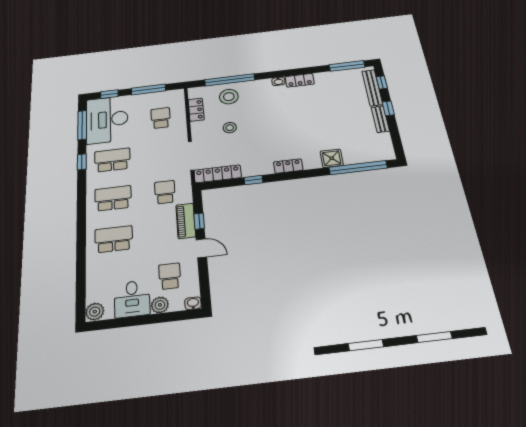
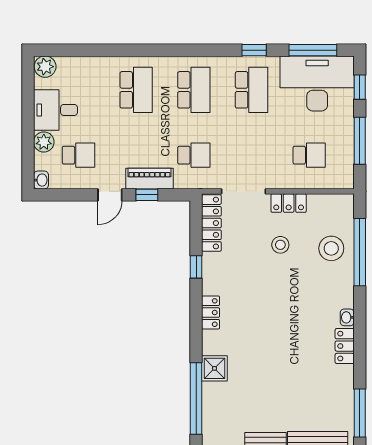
locker: (196, 110) -> (289, 203), moved

